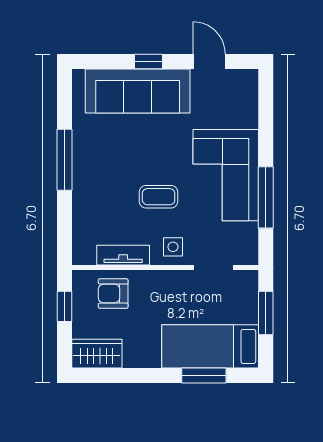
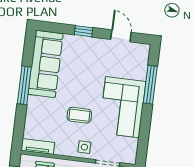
sofa: (138, 91) -> (45, 64), moved, turned -90
window: (266, 197) -> (150, 85), moved
tv unit: (123, 255) -> (38, 146), moved

